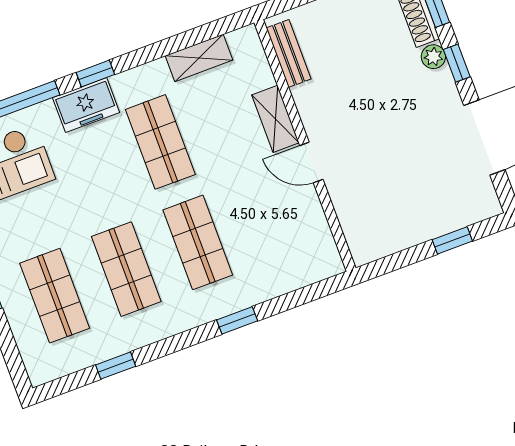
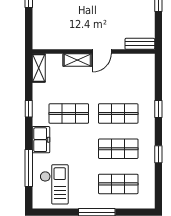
bench: (289, 53) -> (140, 44), moved
shelving: (199, 58) -> (39, 68), moved
window: (95, 73) -> (29, 109), moved
window: (116, 366) -> (158, 154), moved

